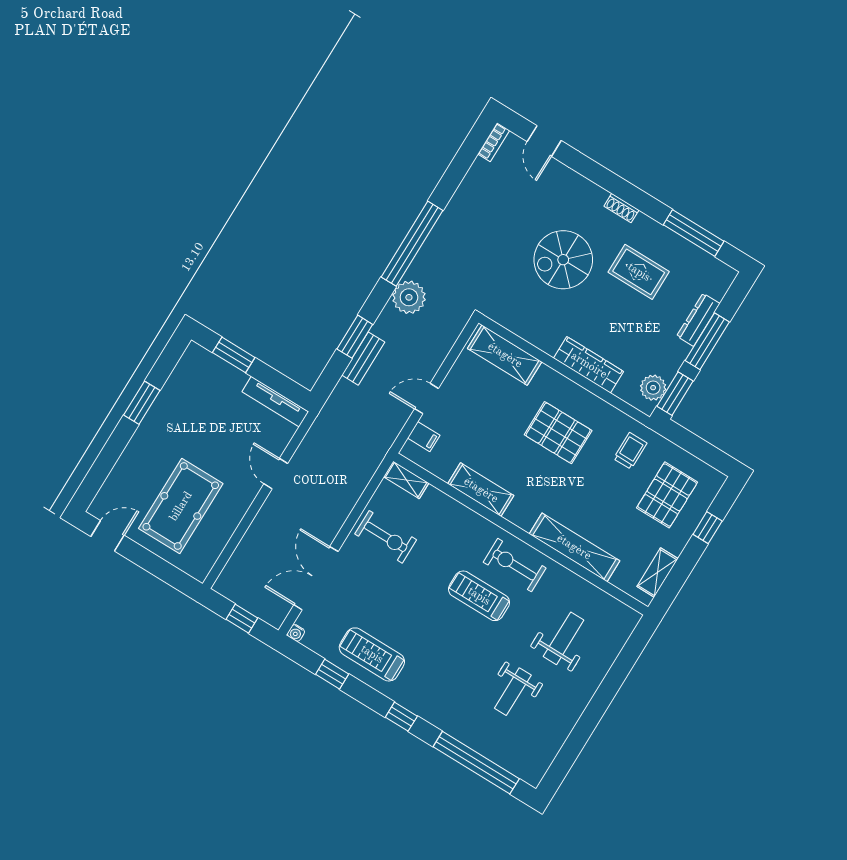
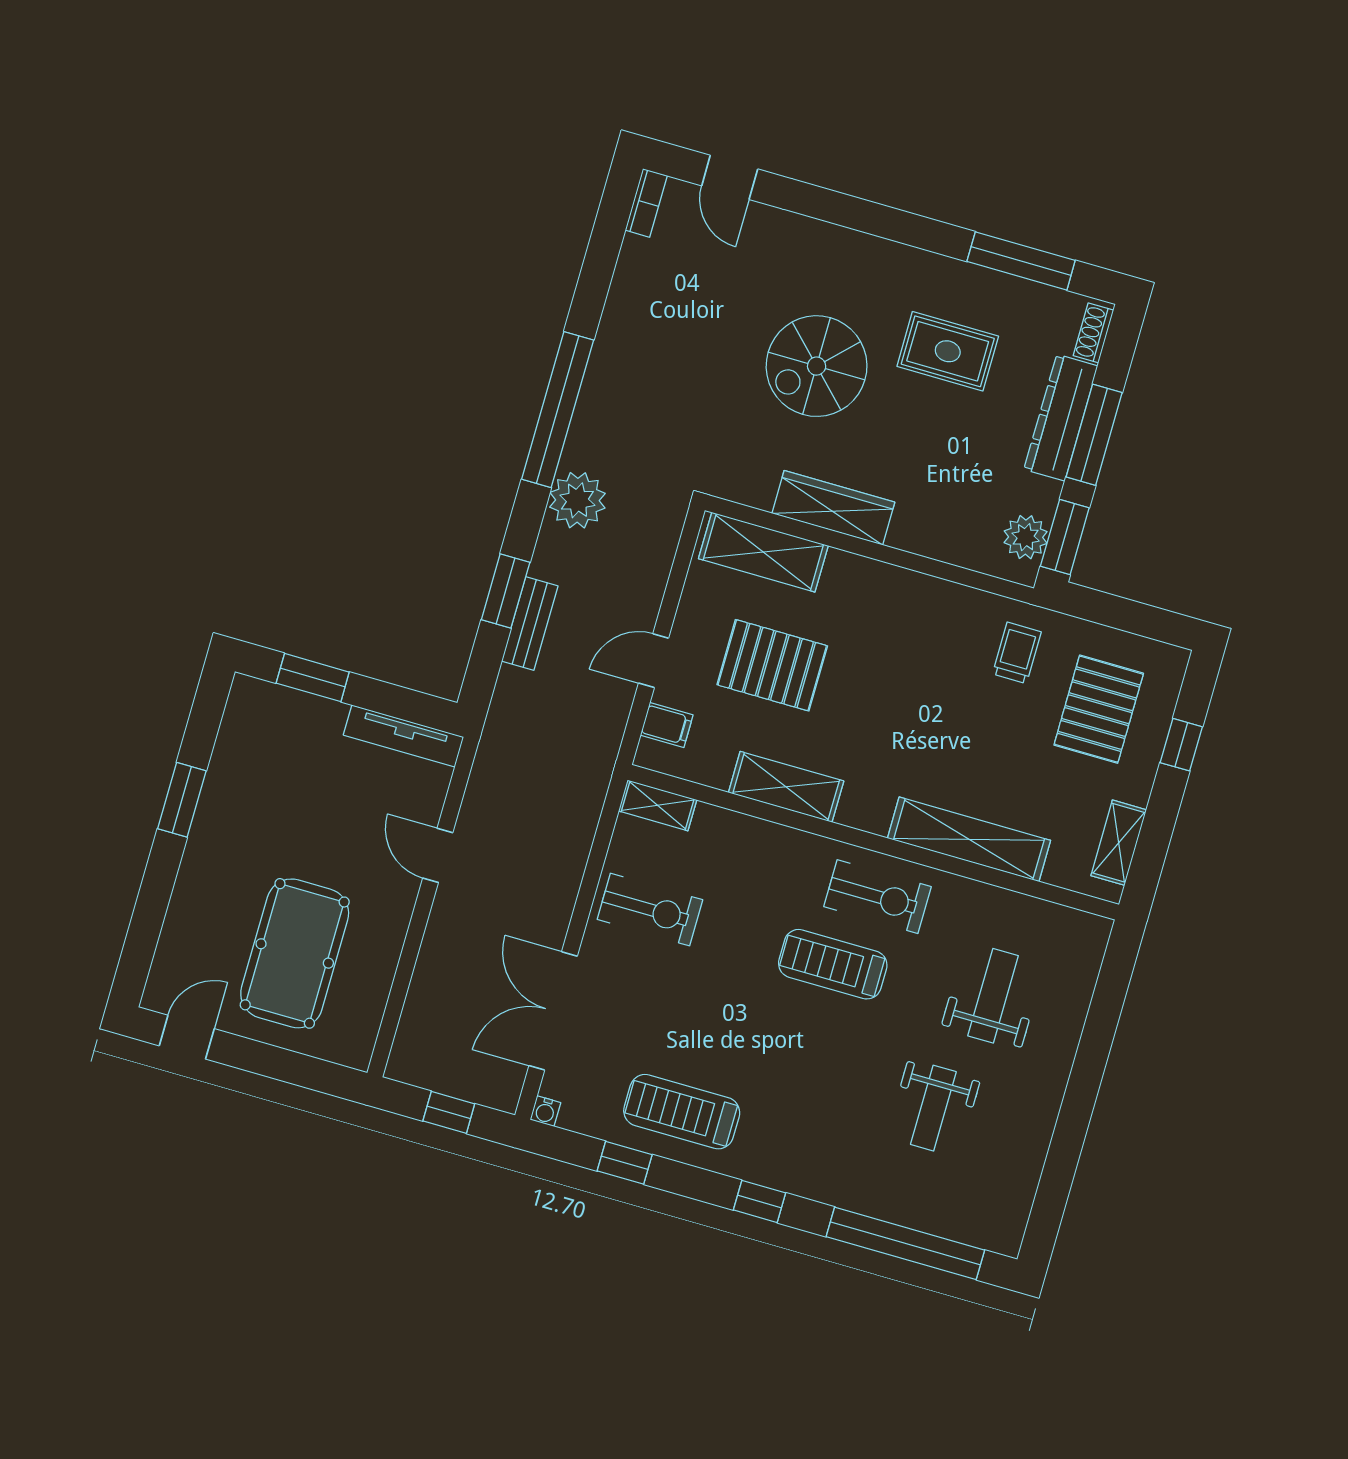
shoe rack: (621, 208) -> (1093, 333), moved, turned 90
dresser: (698, 320) -> (1061, 418), width x1.37, depth x1.24
wardrobe: (589, 365) -> (833, 508), moved
pallet: (558, 433) -> (772, 665), moved
exercise bike: (515, 565) -> (878, 897), turned 180

